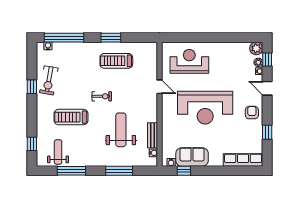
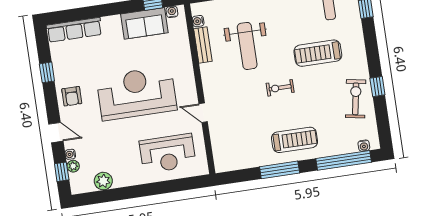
window: (111, 38) -> (280, 170), width x1.44
plant: (256, 48) -> (103, 181), moved
treadmill: (116, 61) -> (295, 140), moved
treadmill: (71, 117) -> (318, 53), turned 180

